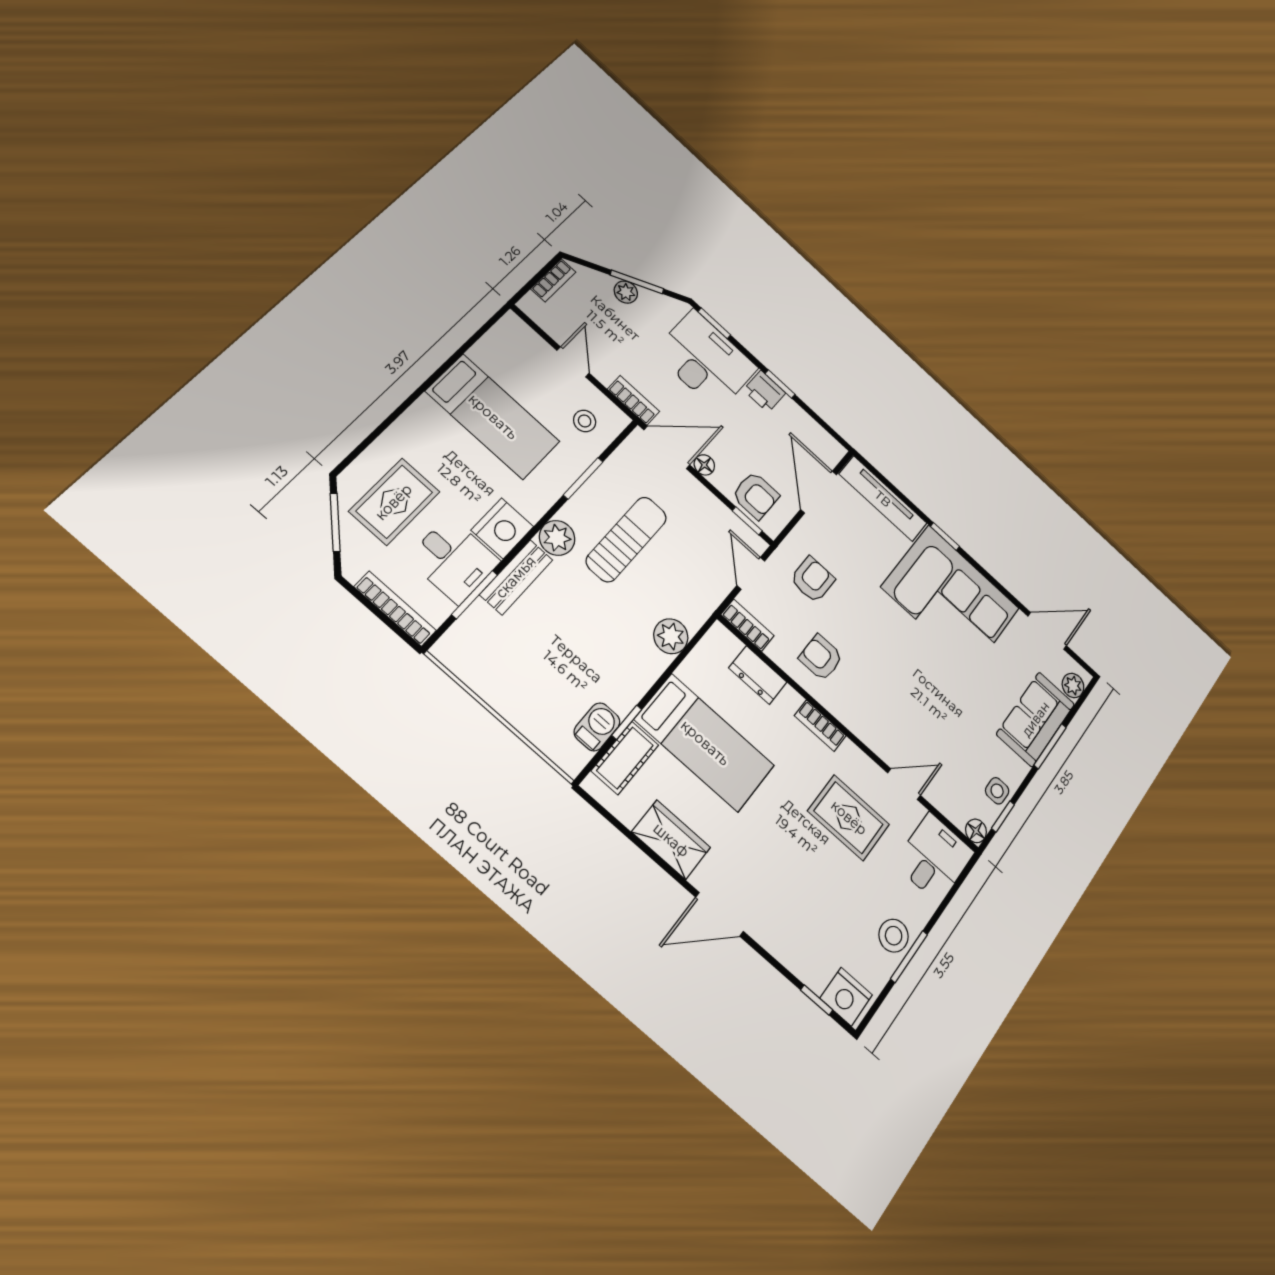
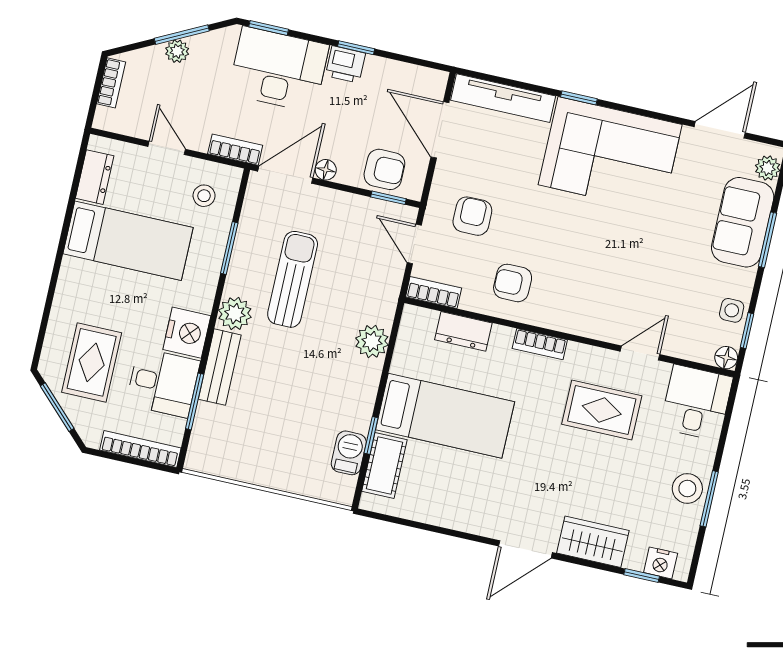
dresser: (493, 346) -> (95, 177), added
wardrobe: (671, 840) -> (593, 542), moved
nightstand: (846, 997) -> (661, 563), width x0.74, depth x0.75

